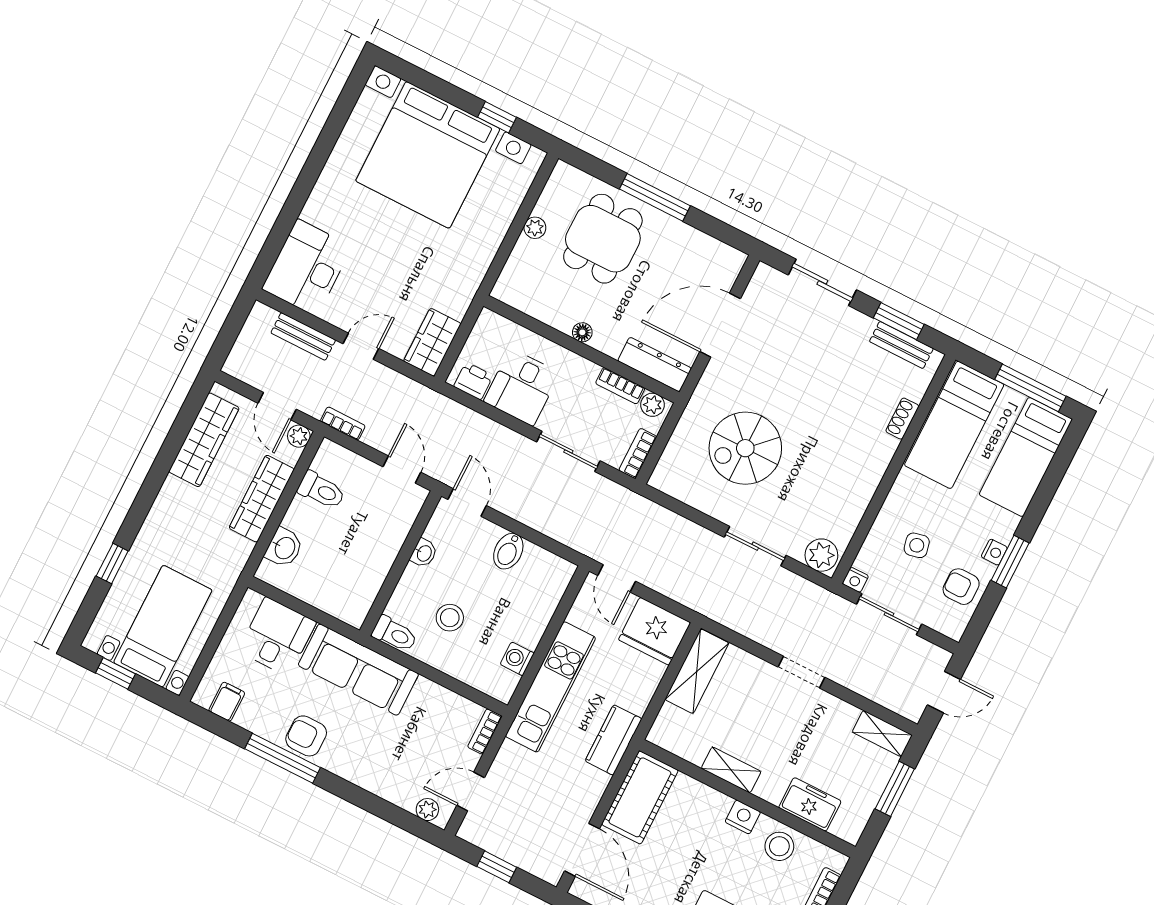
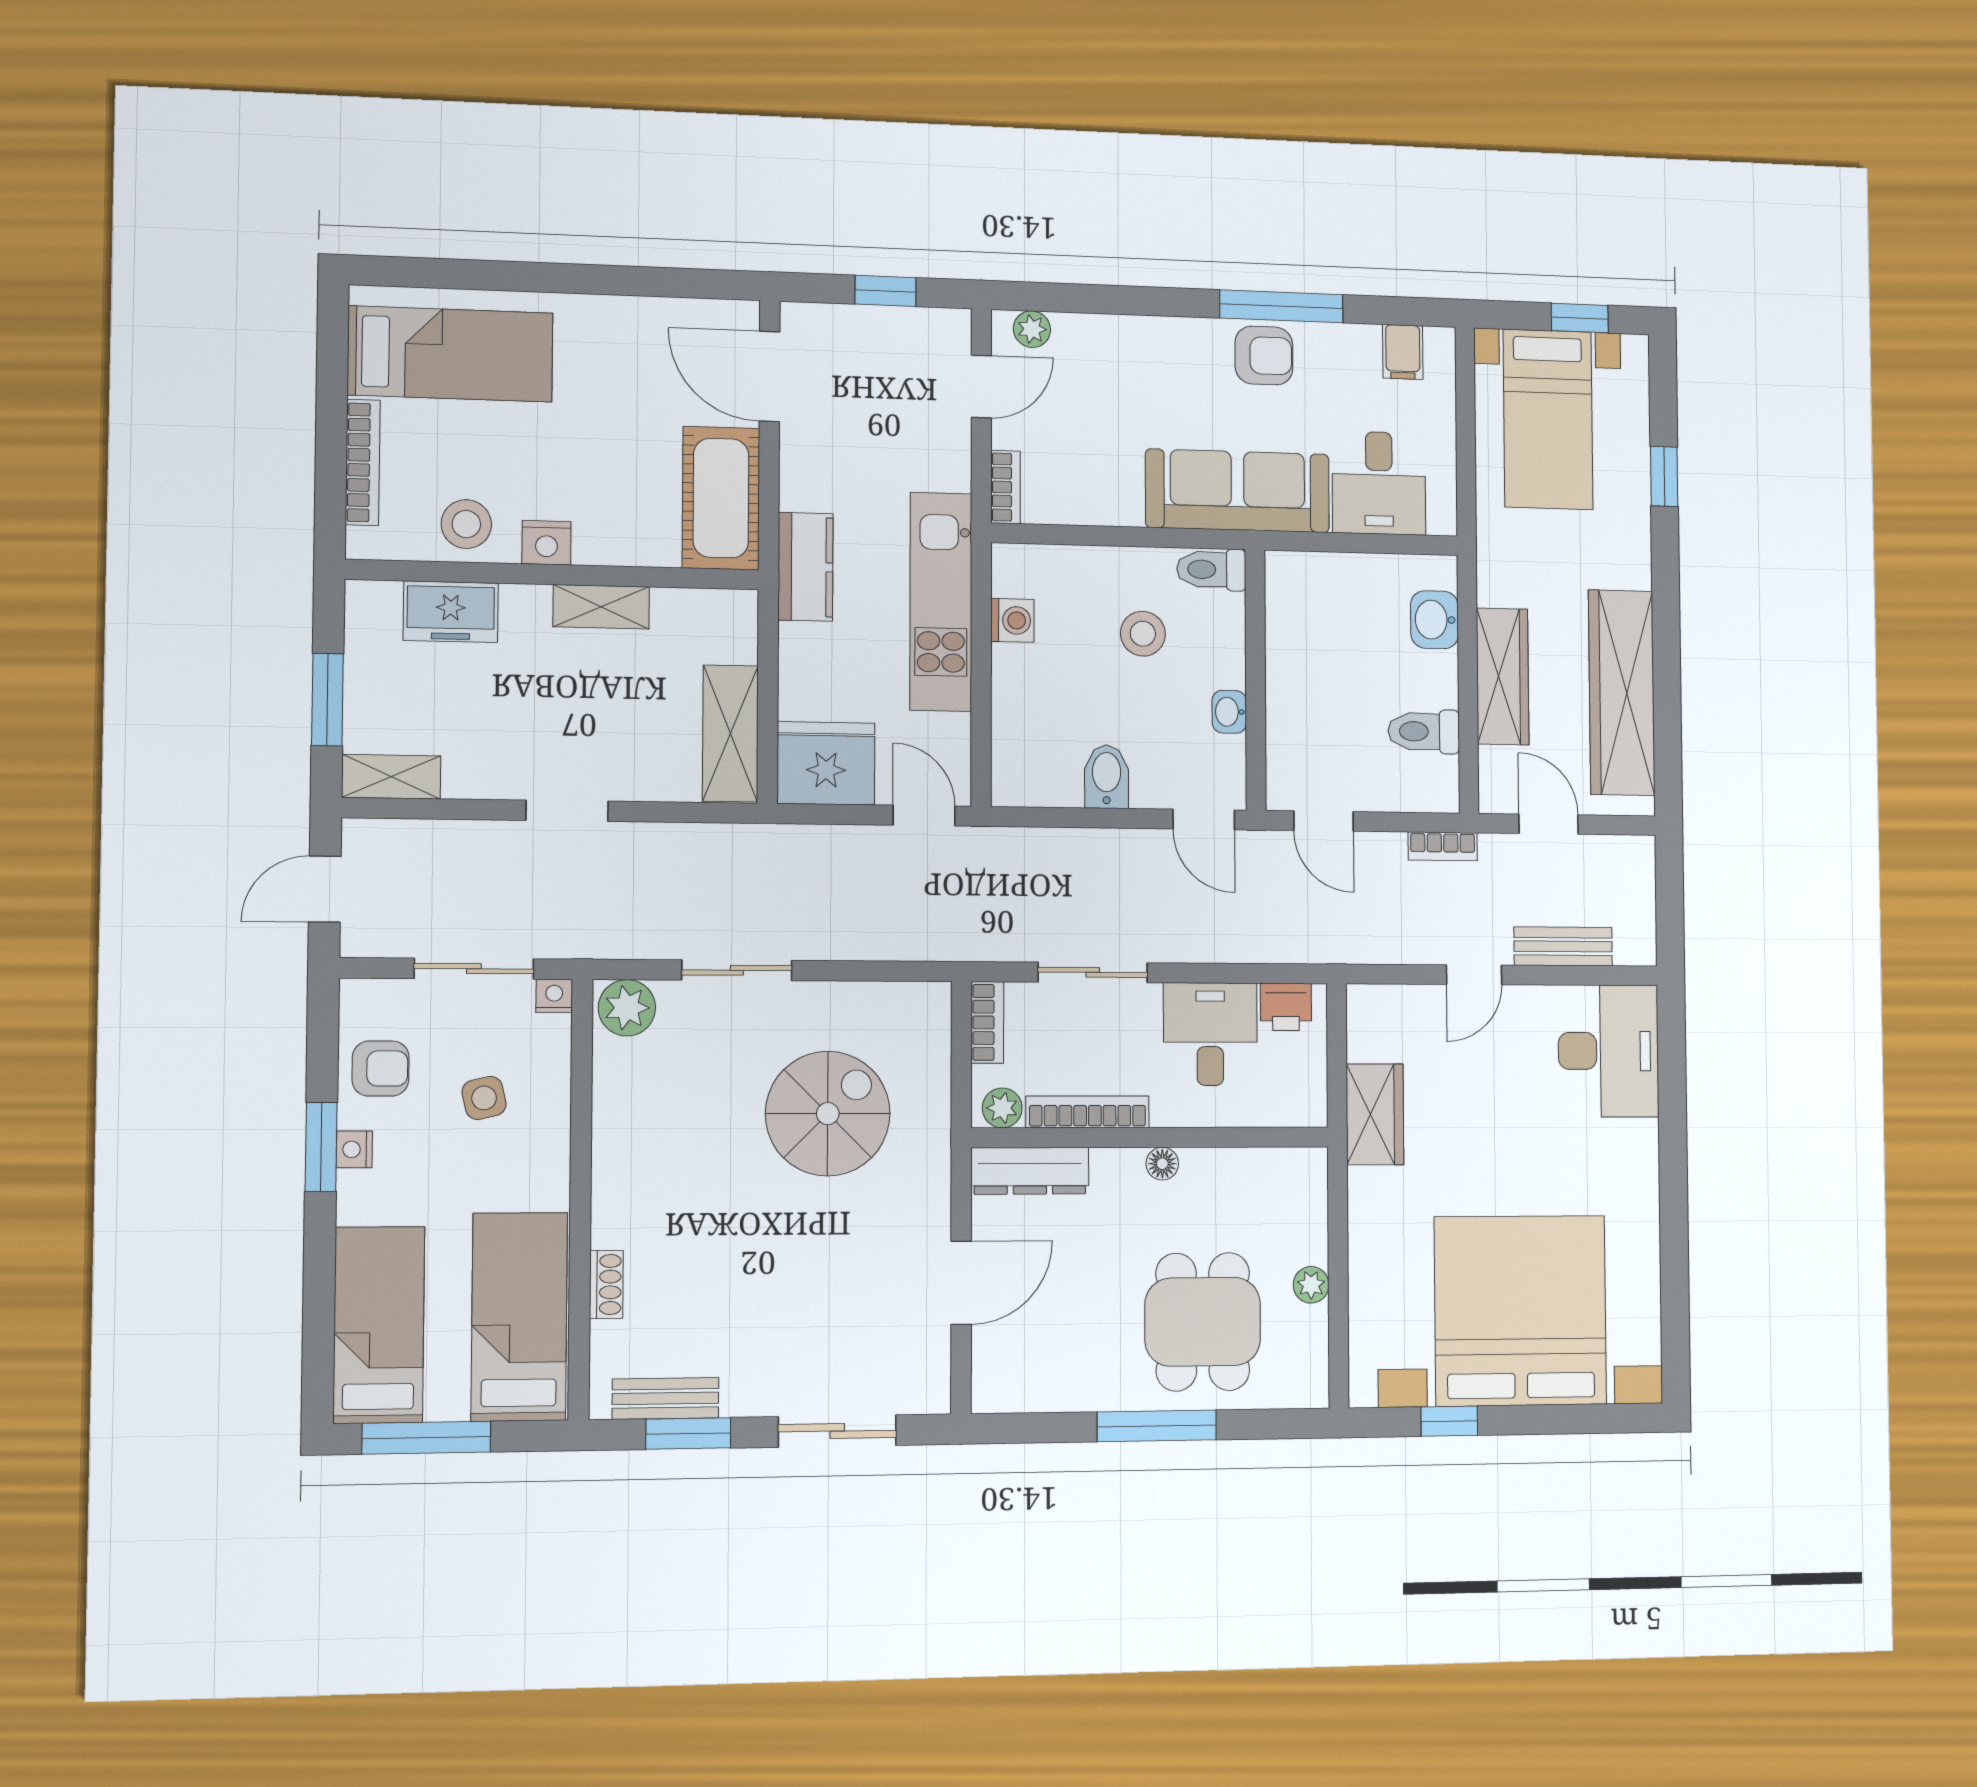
door: (720, 325) -> (961, 1283), width x0.73
wardrobe: (432, 342) -> (1375, 1114), moved
bookcase: (620, 386) -> (1087, 1112), width x1.56
plant: (299, 436) -> (1496, 796), removed
wardrobe: (204, 440) -> (1622, 693), width x1.40, depth x1.17

